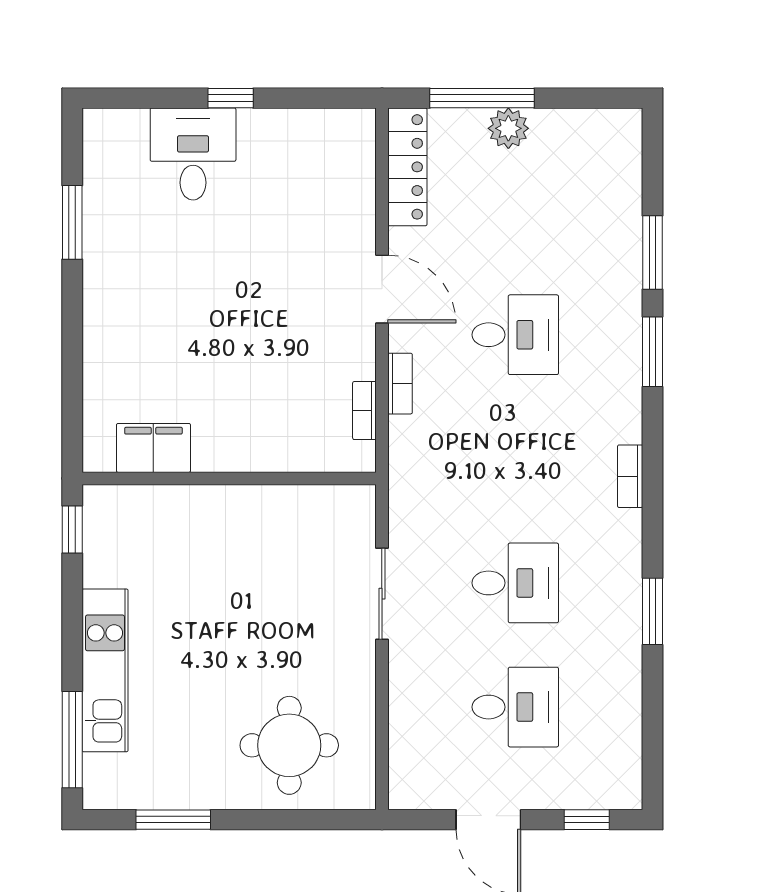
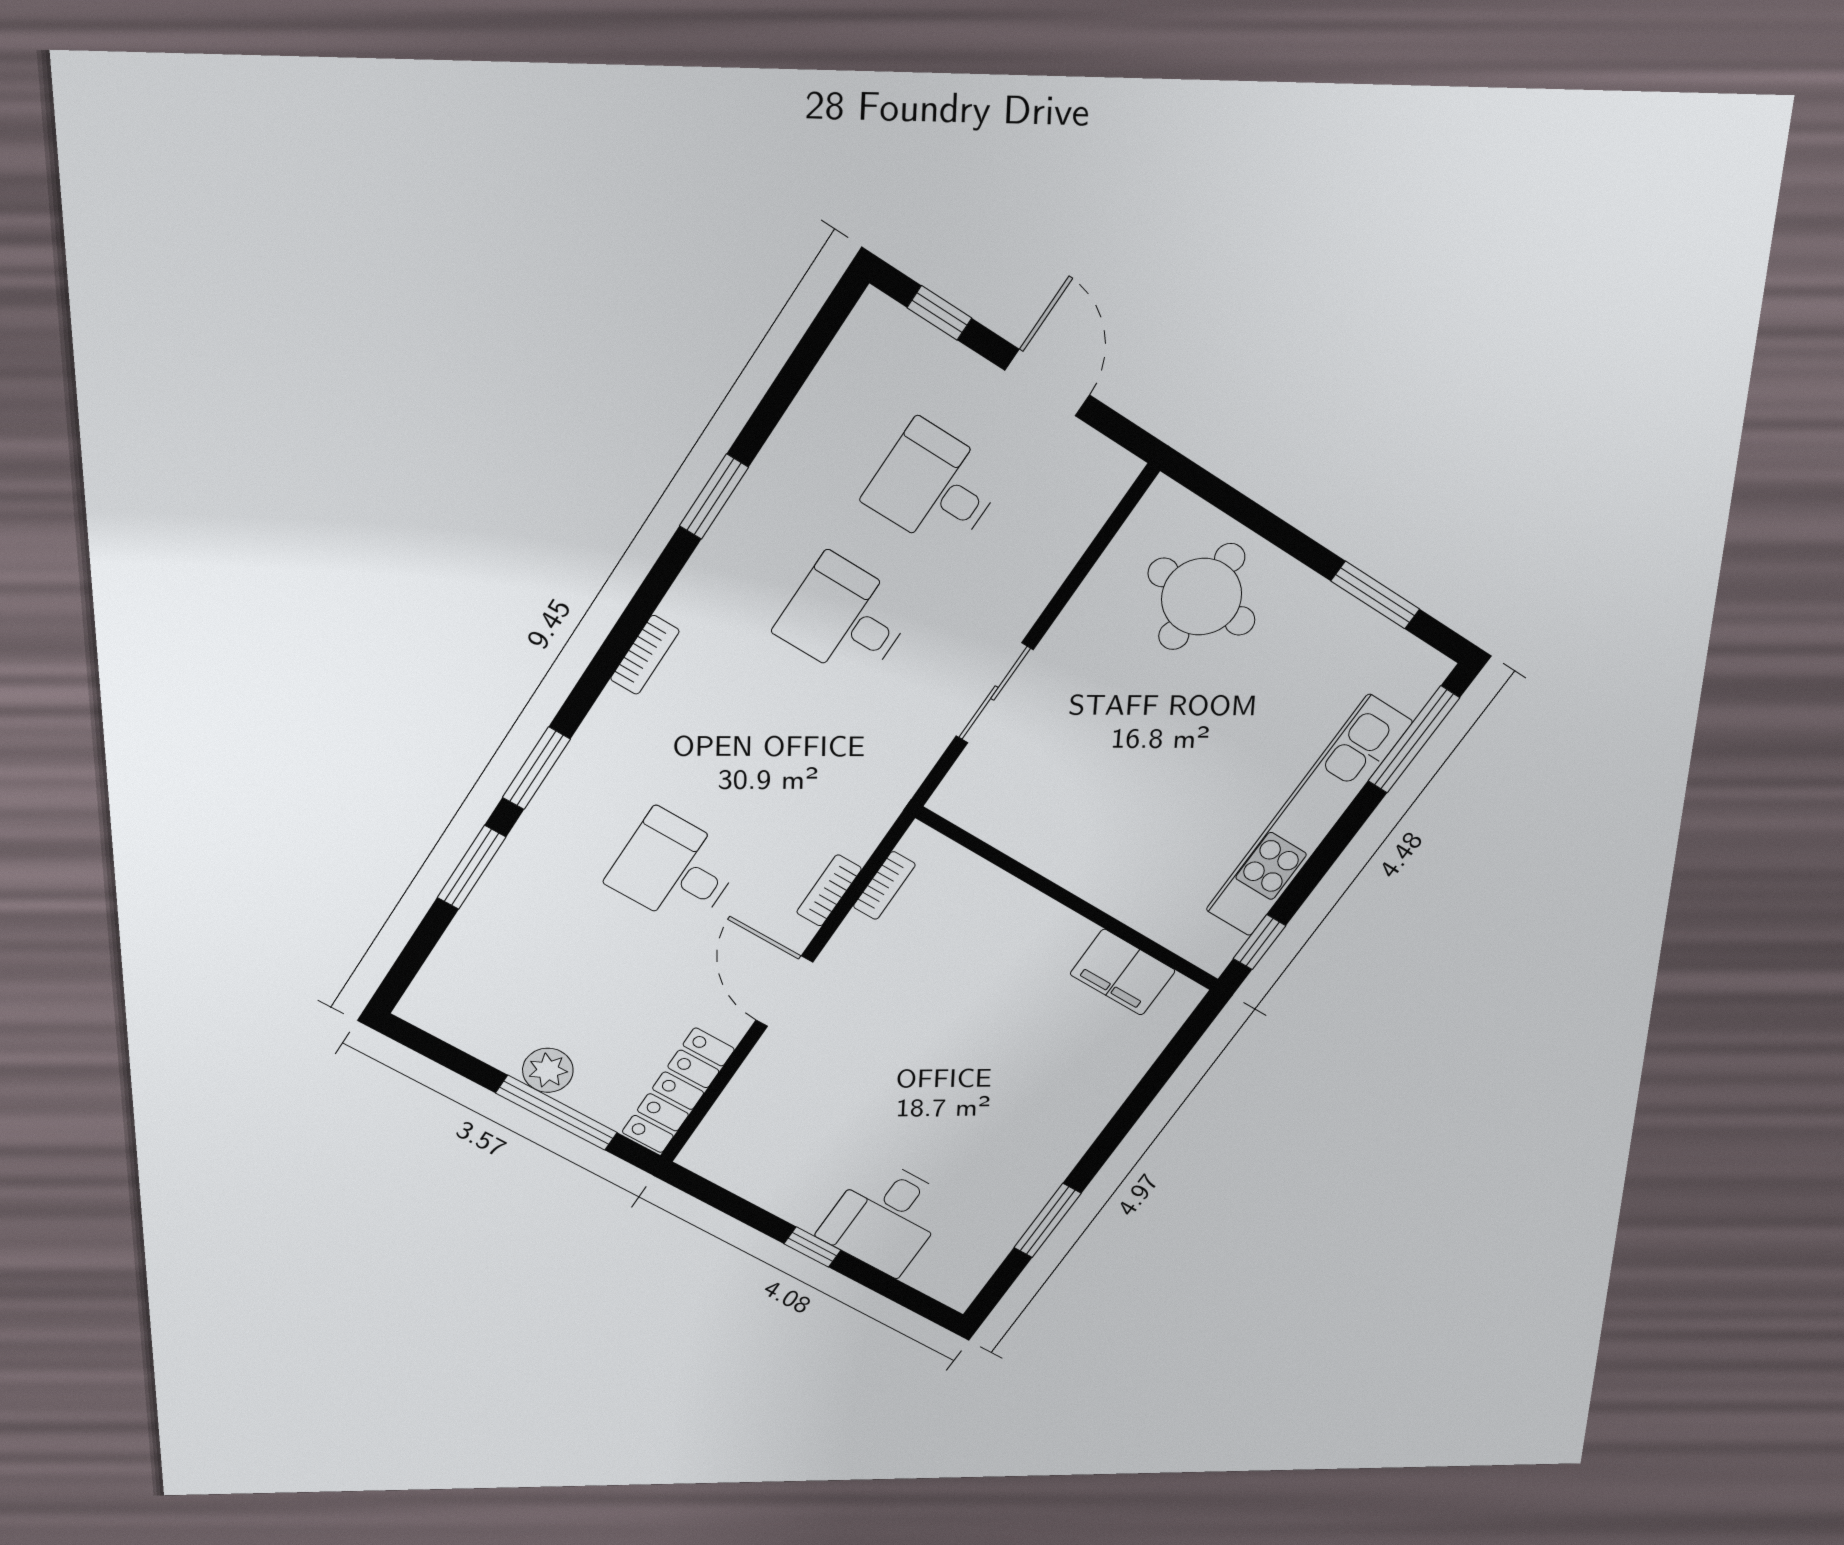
kitchen unit: (105, 670) -> (1308, 817), width x1.36

